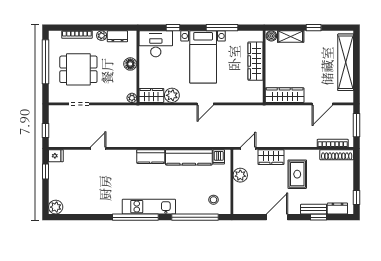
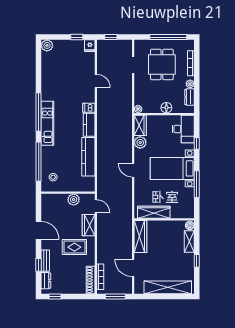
wardrobe: (255, 61) -> (154, 212), moved
dishwasher: (219, 157) -> (89, 108), moved

